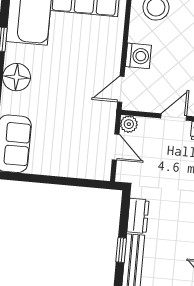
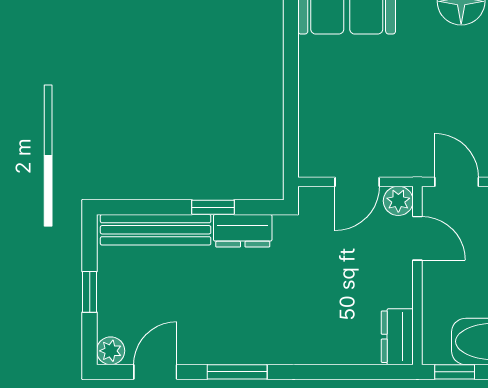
door: (174, 117) -> (417, 238), moved
window: (121, 250) -> (213, 207), moved

